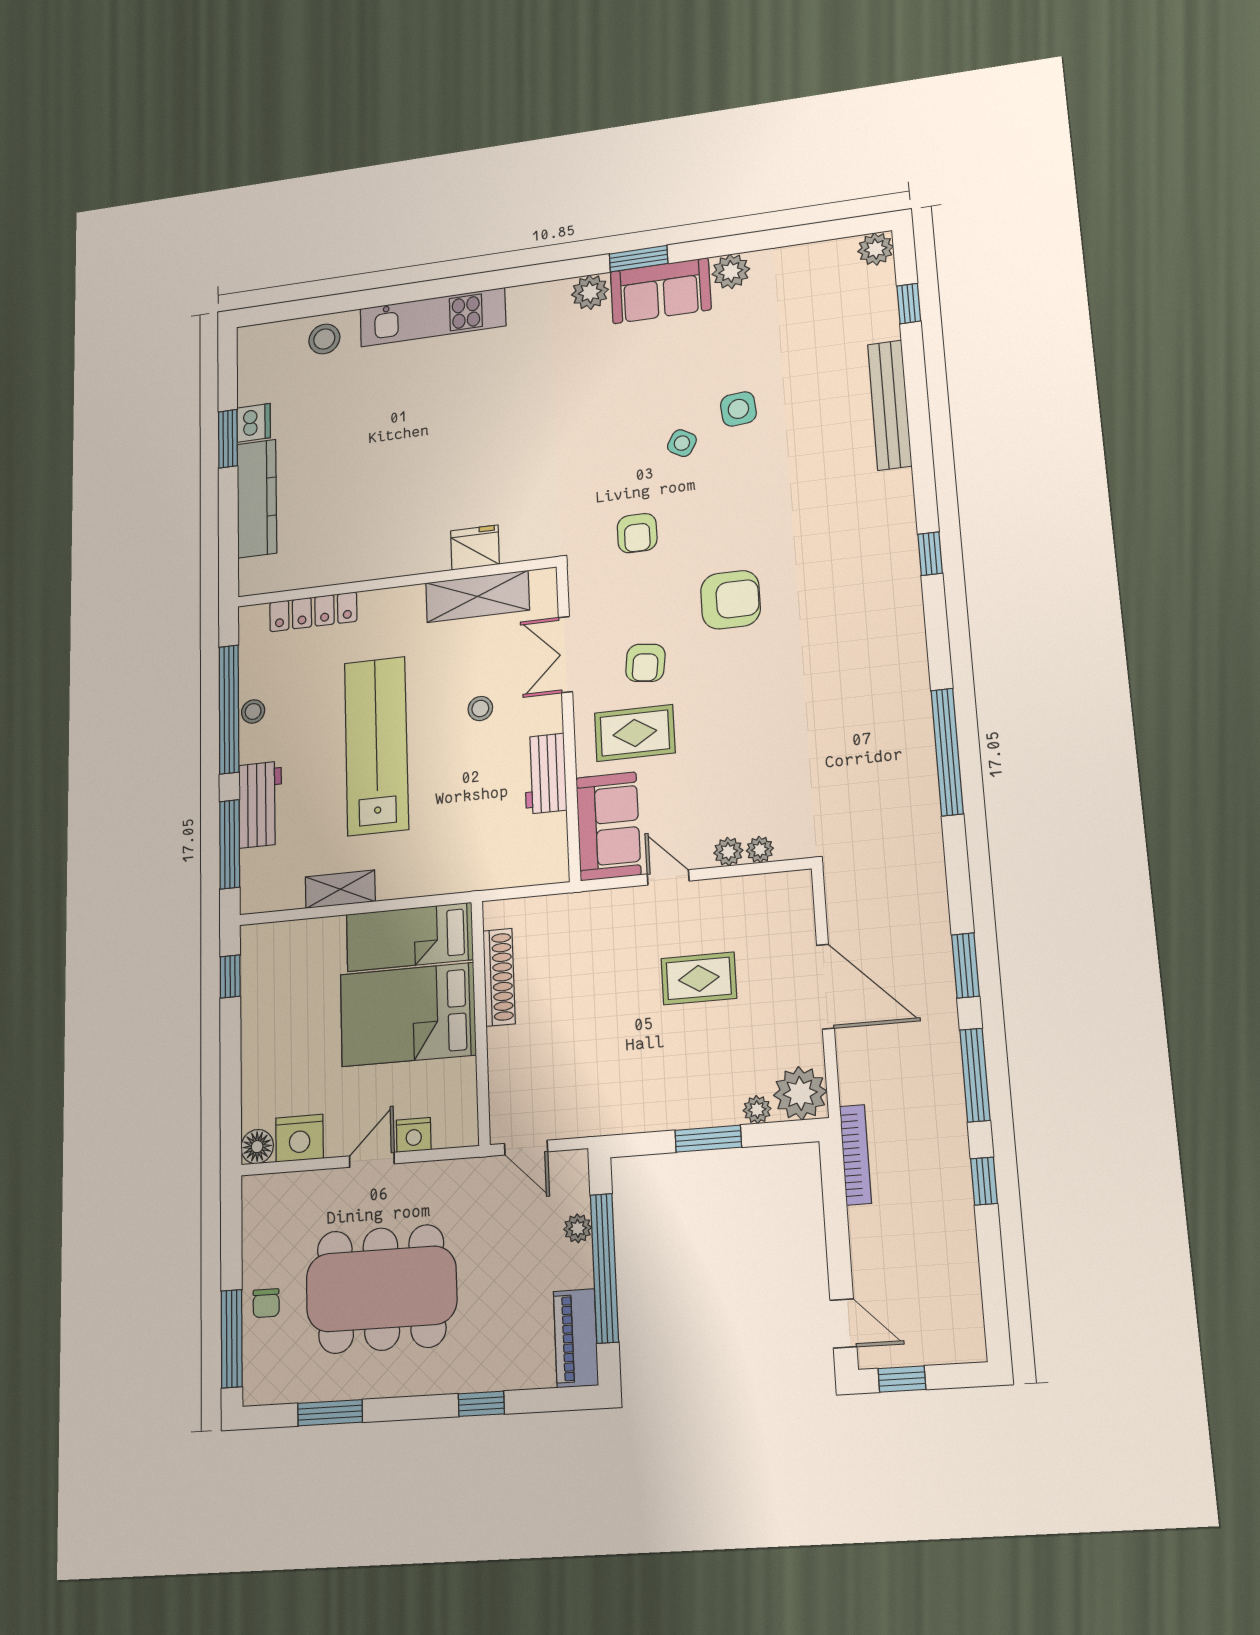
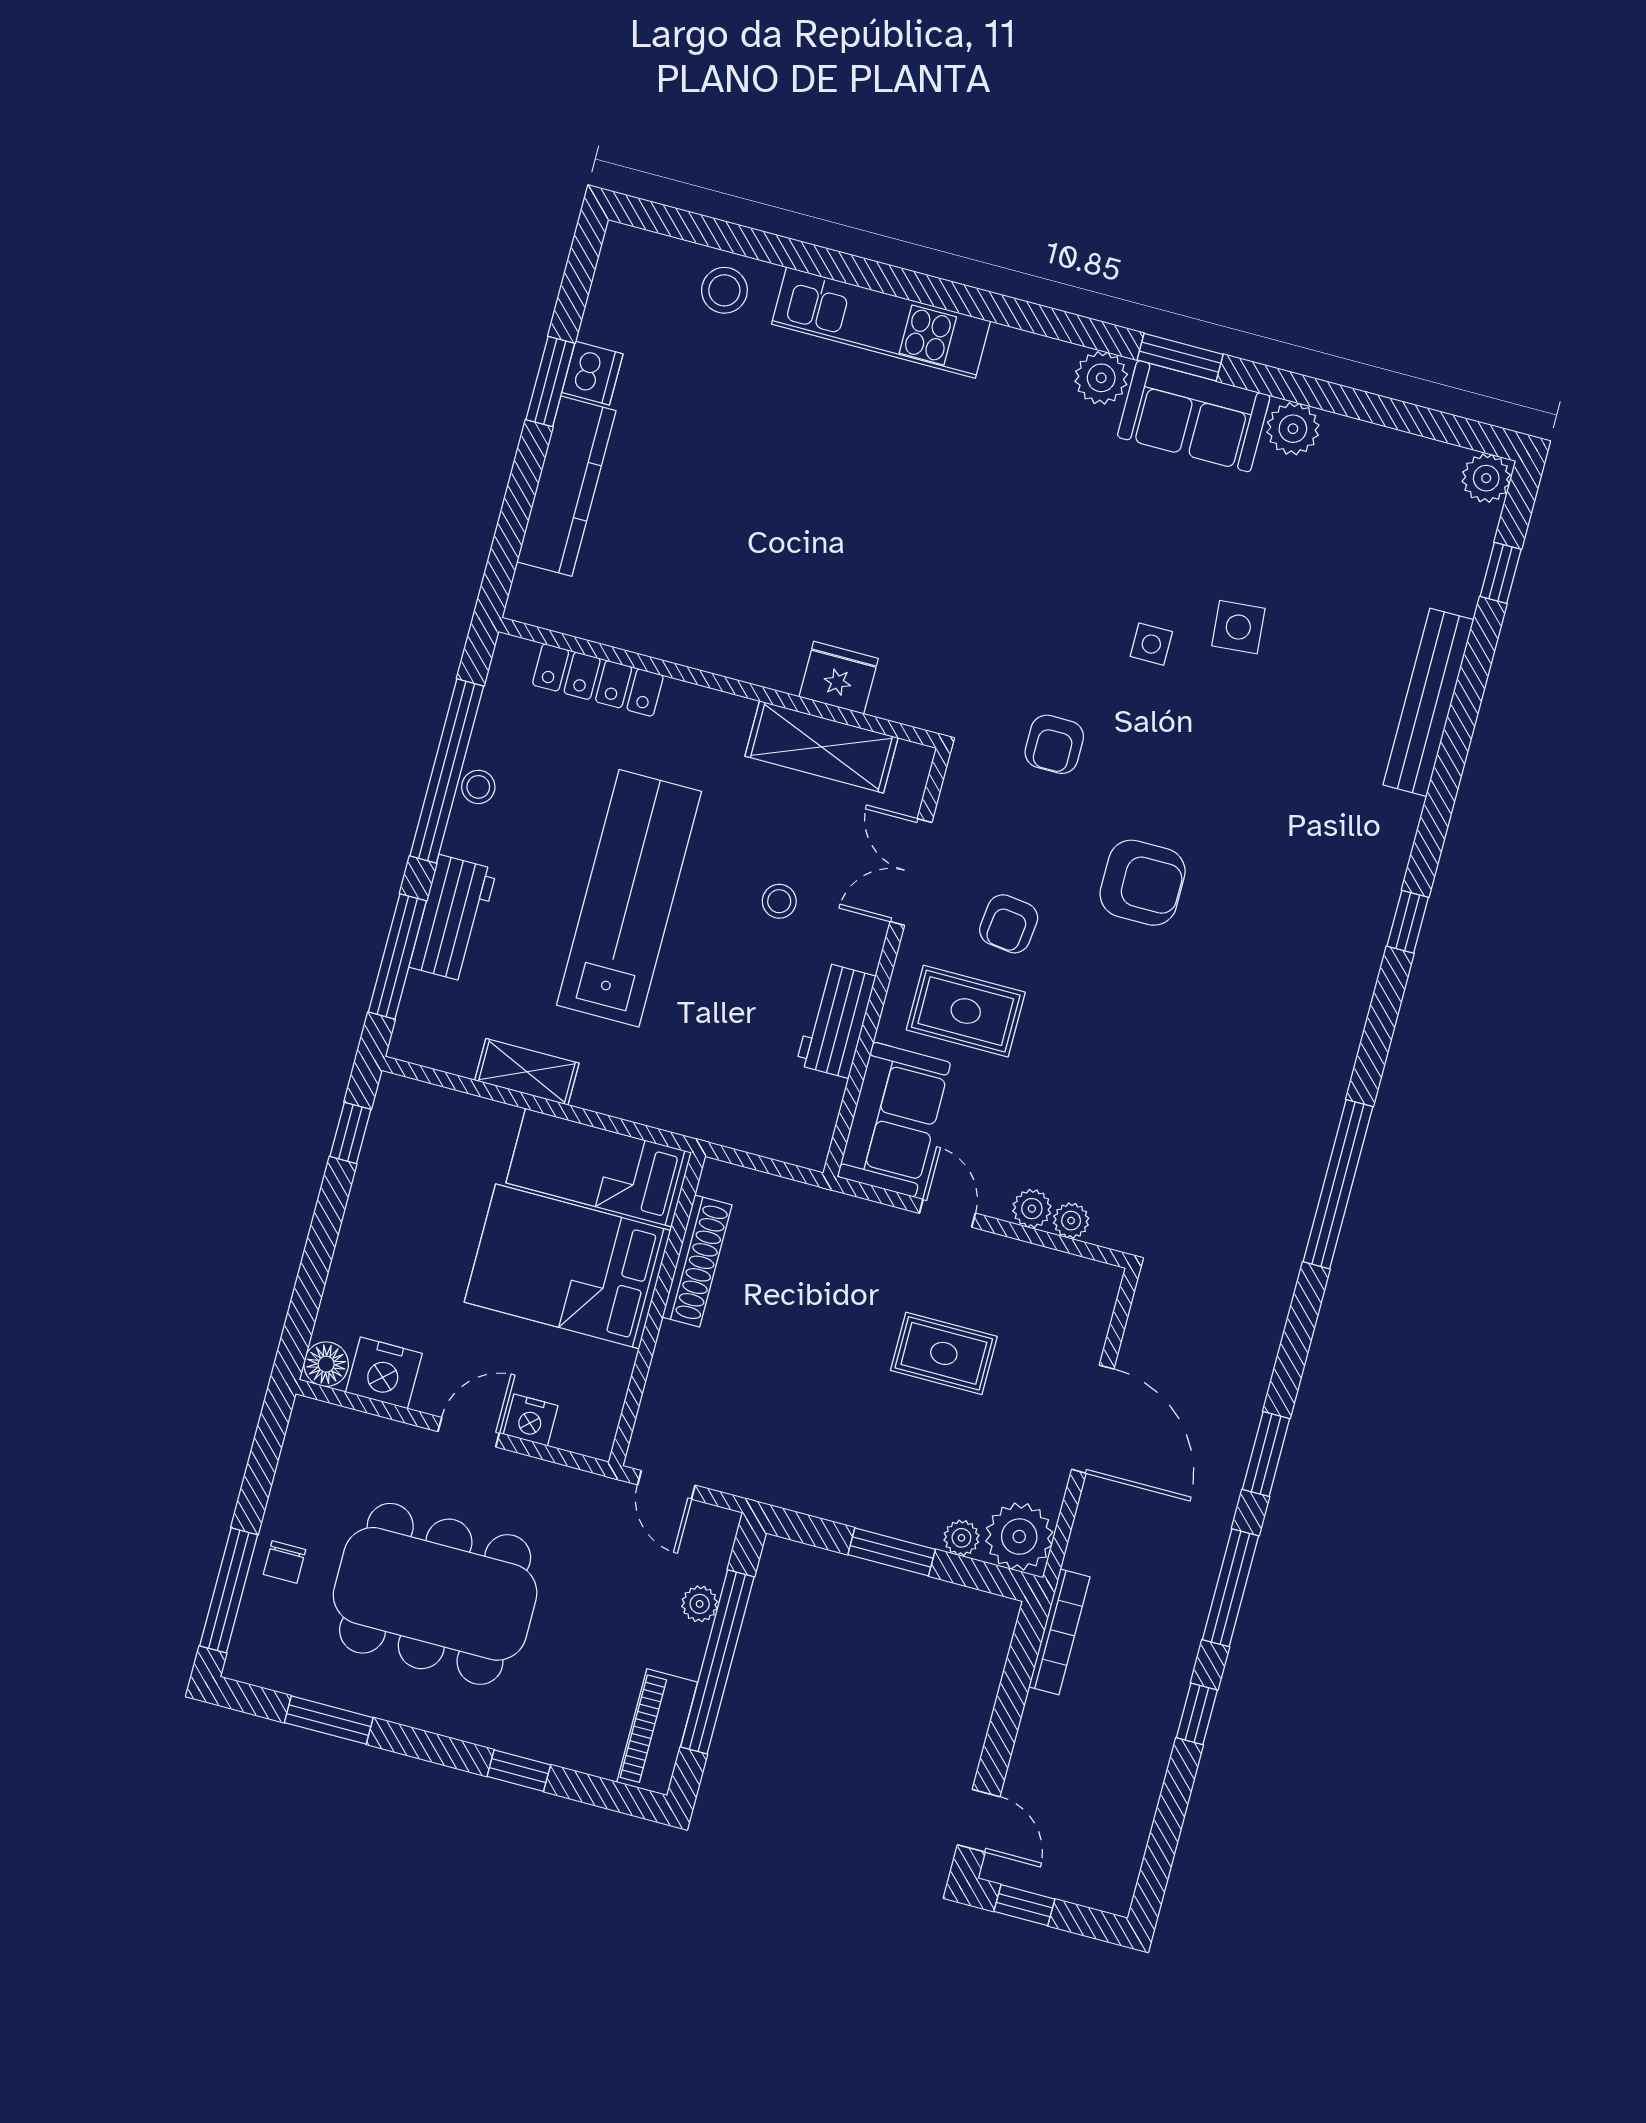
side table: (682, 443) -> (1151, 644), turned -30

